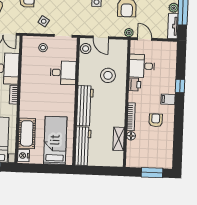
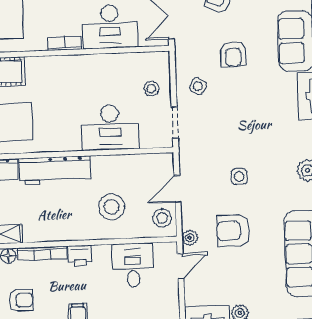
stool: (86, 49) -> (162, 218), moved
desk: (63, 73) -> (110, 127), width x1.37
printer: (135, 85) -> (80, 256), moved
armchair: (156, 120) -> (21, 300), moved

